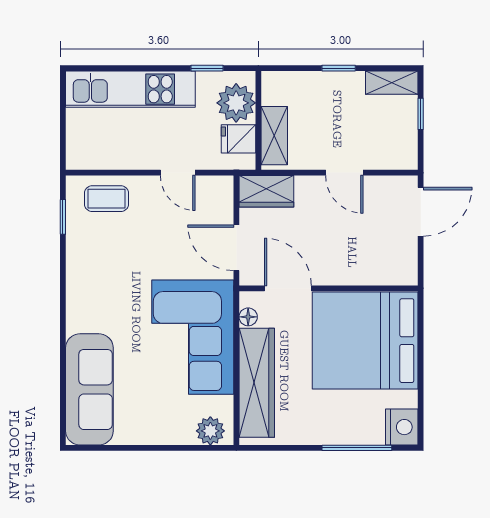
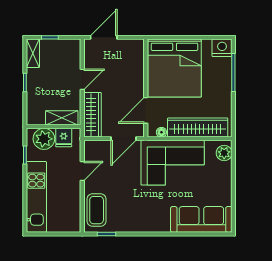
wardrobe: (266, 191) -> (92, 115), width x1.50
coffee table: (106, 199) -> (97, 210), width x1.36, depth x1.30
door: (421, 212) -> (104, 37), hinge flipped

